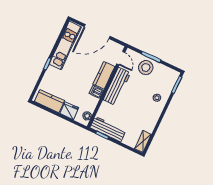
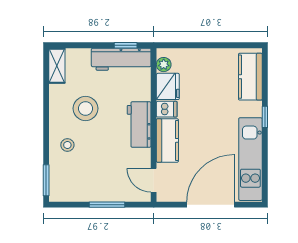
stool: (146, 68) -> (86, 108), moved
workbench: (117, 86) -> (139, 125), width x0.73
kitchen counter: (49, 101) -> (250, 77), moved, turned 90
fridge: (69, 111) -> (168, 86), moved, turned -90

